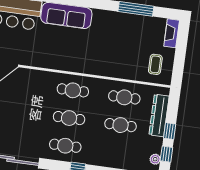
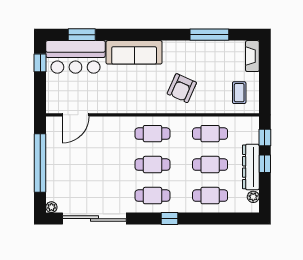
armchair: (105, 53) -> (182, 88), added
dresser: (159, 115) -> (251, 167), moved
cafe table: (117, 153) -> (210, 196), added
window: (166, 154) -> (265, 138), moved

